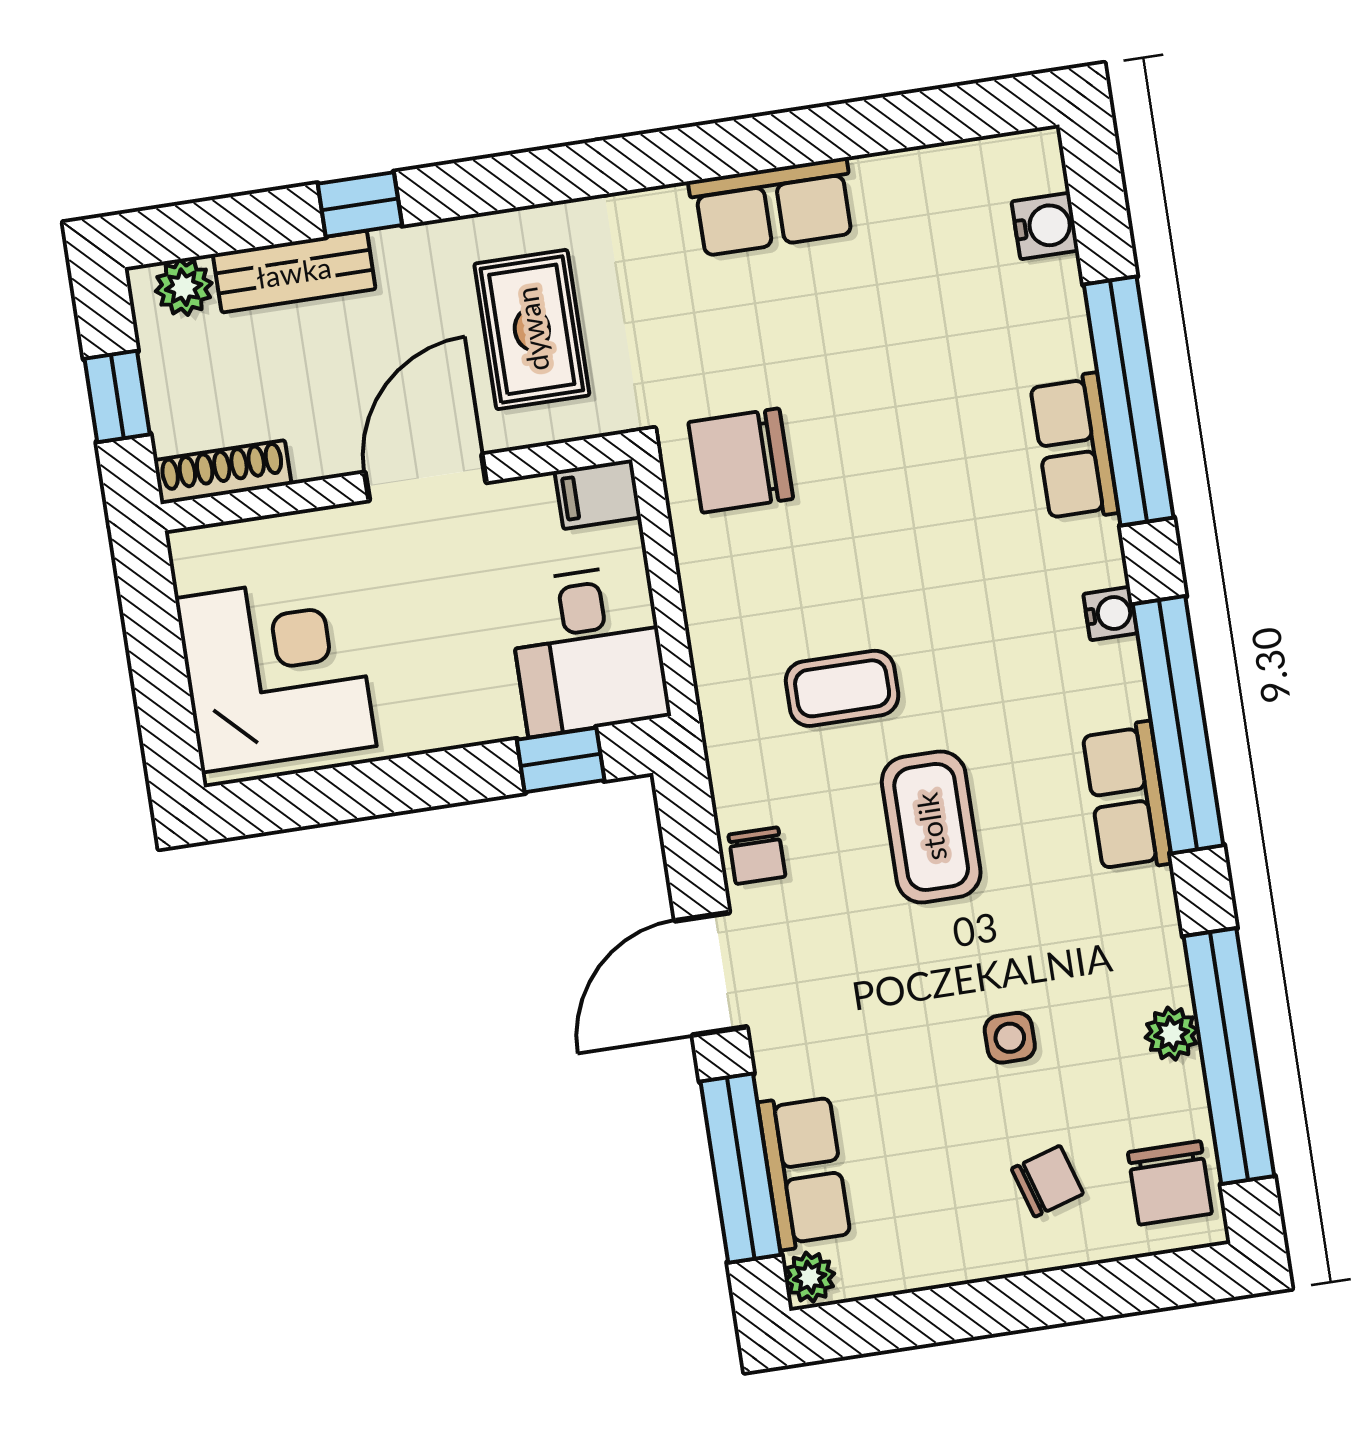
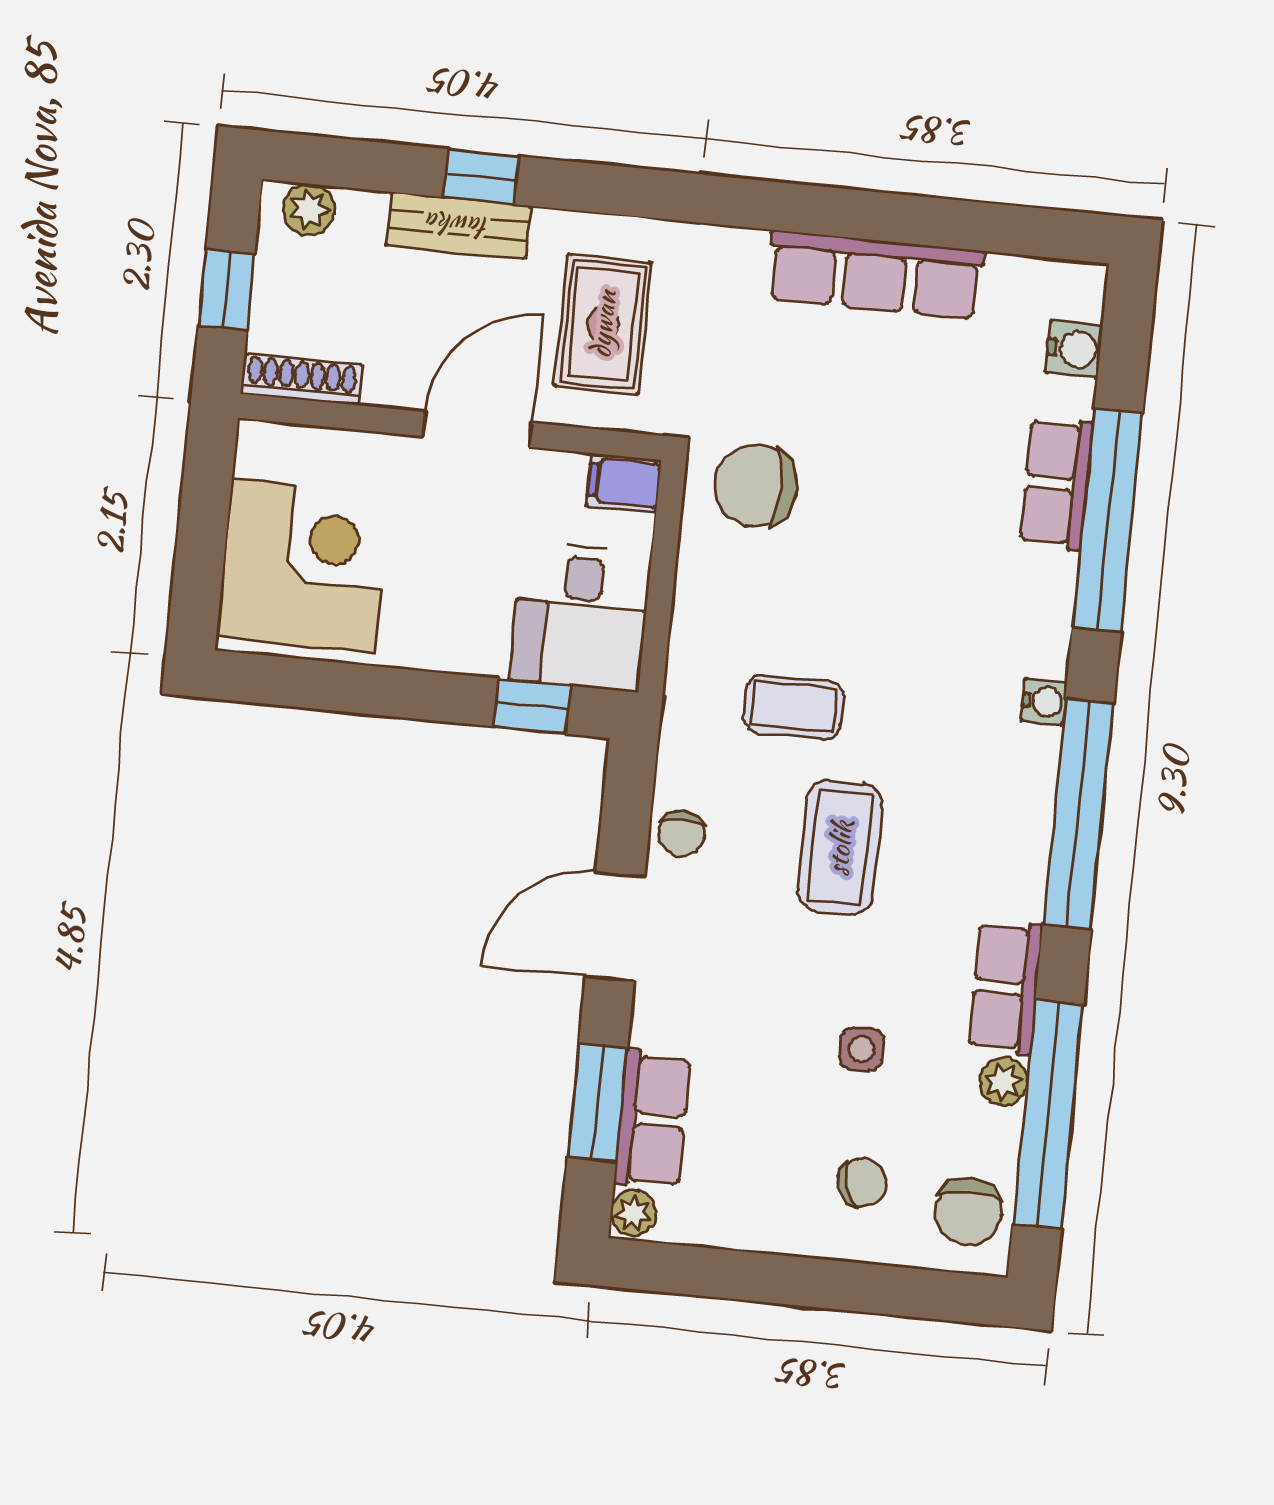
row of seats: (773, 207) -> (875, 275), width x1.48
bench: (294, 272) -> (458, 225), moved
row of seats: (1074, 448) -> (1056, 483), moved
row of seats: (1127, 797) -> (1005, 987), moved
window: (741, 1168) -> (597, 1102), width x0.69

